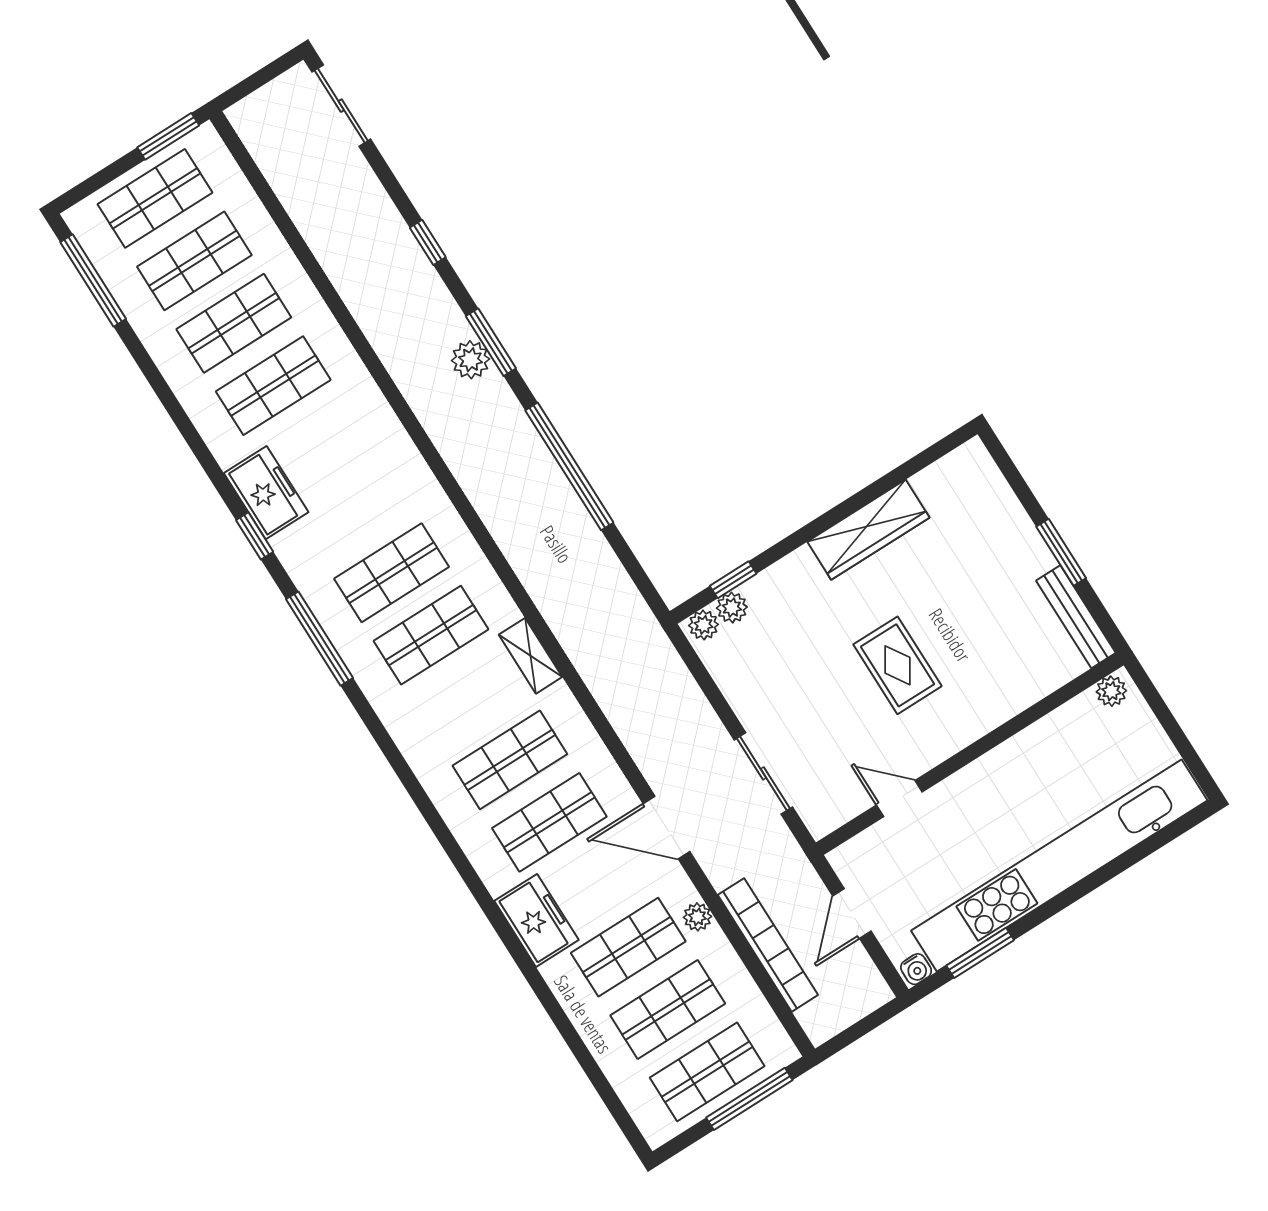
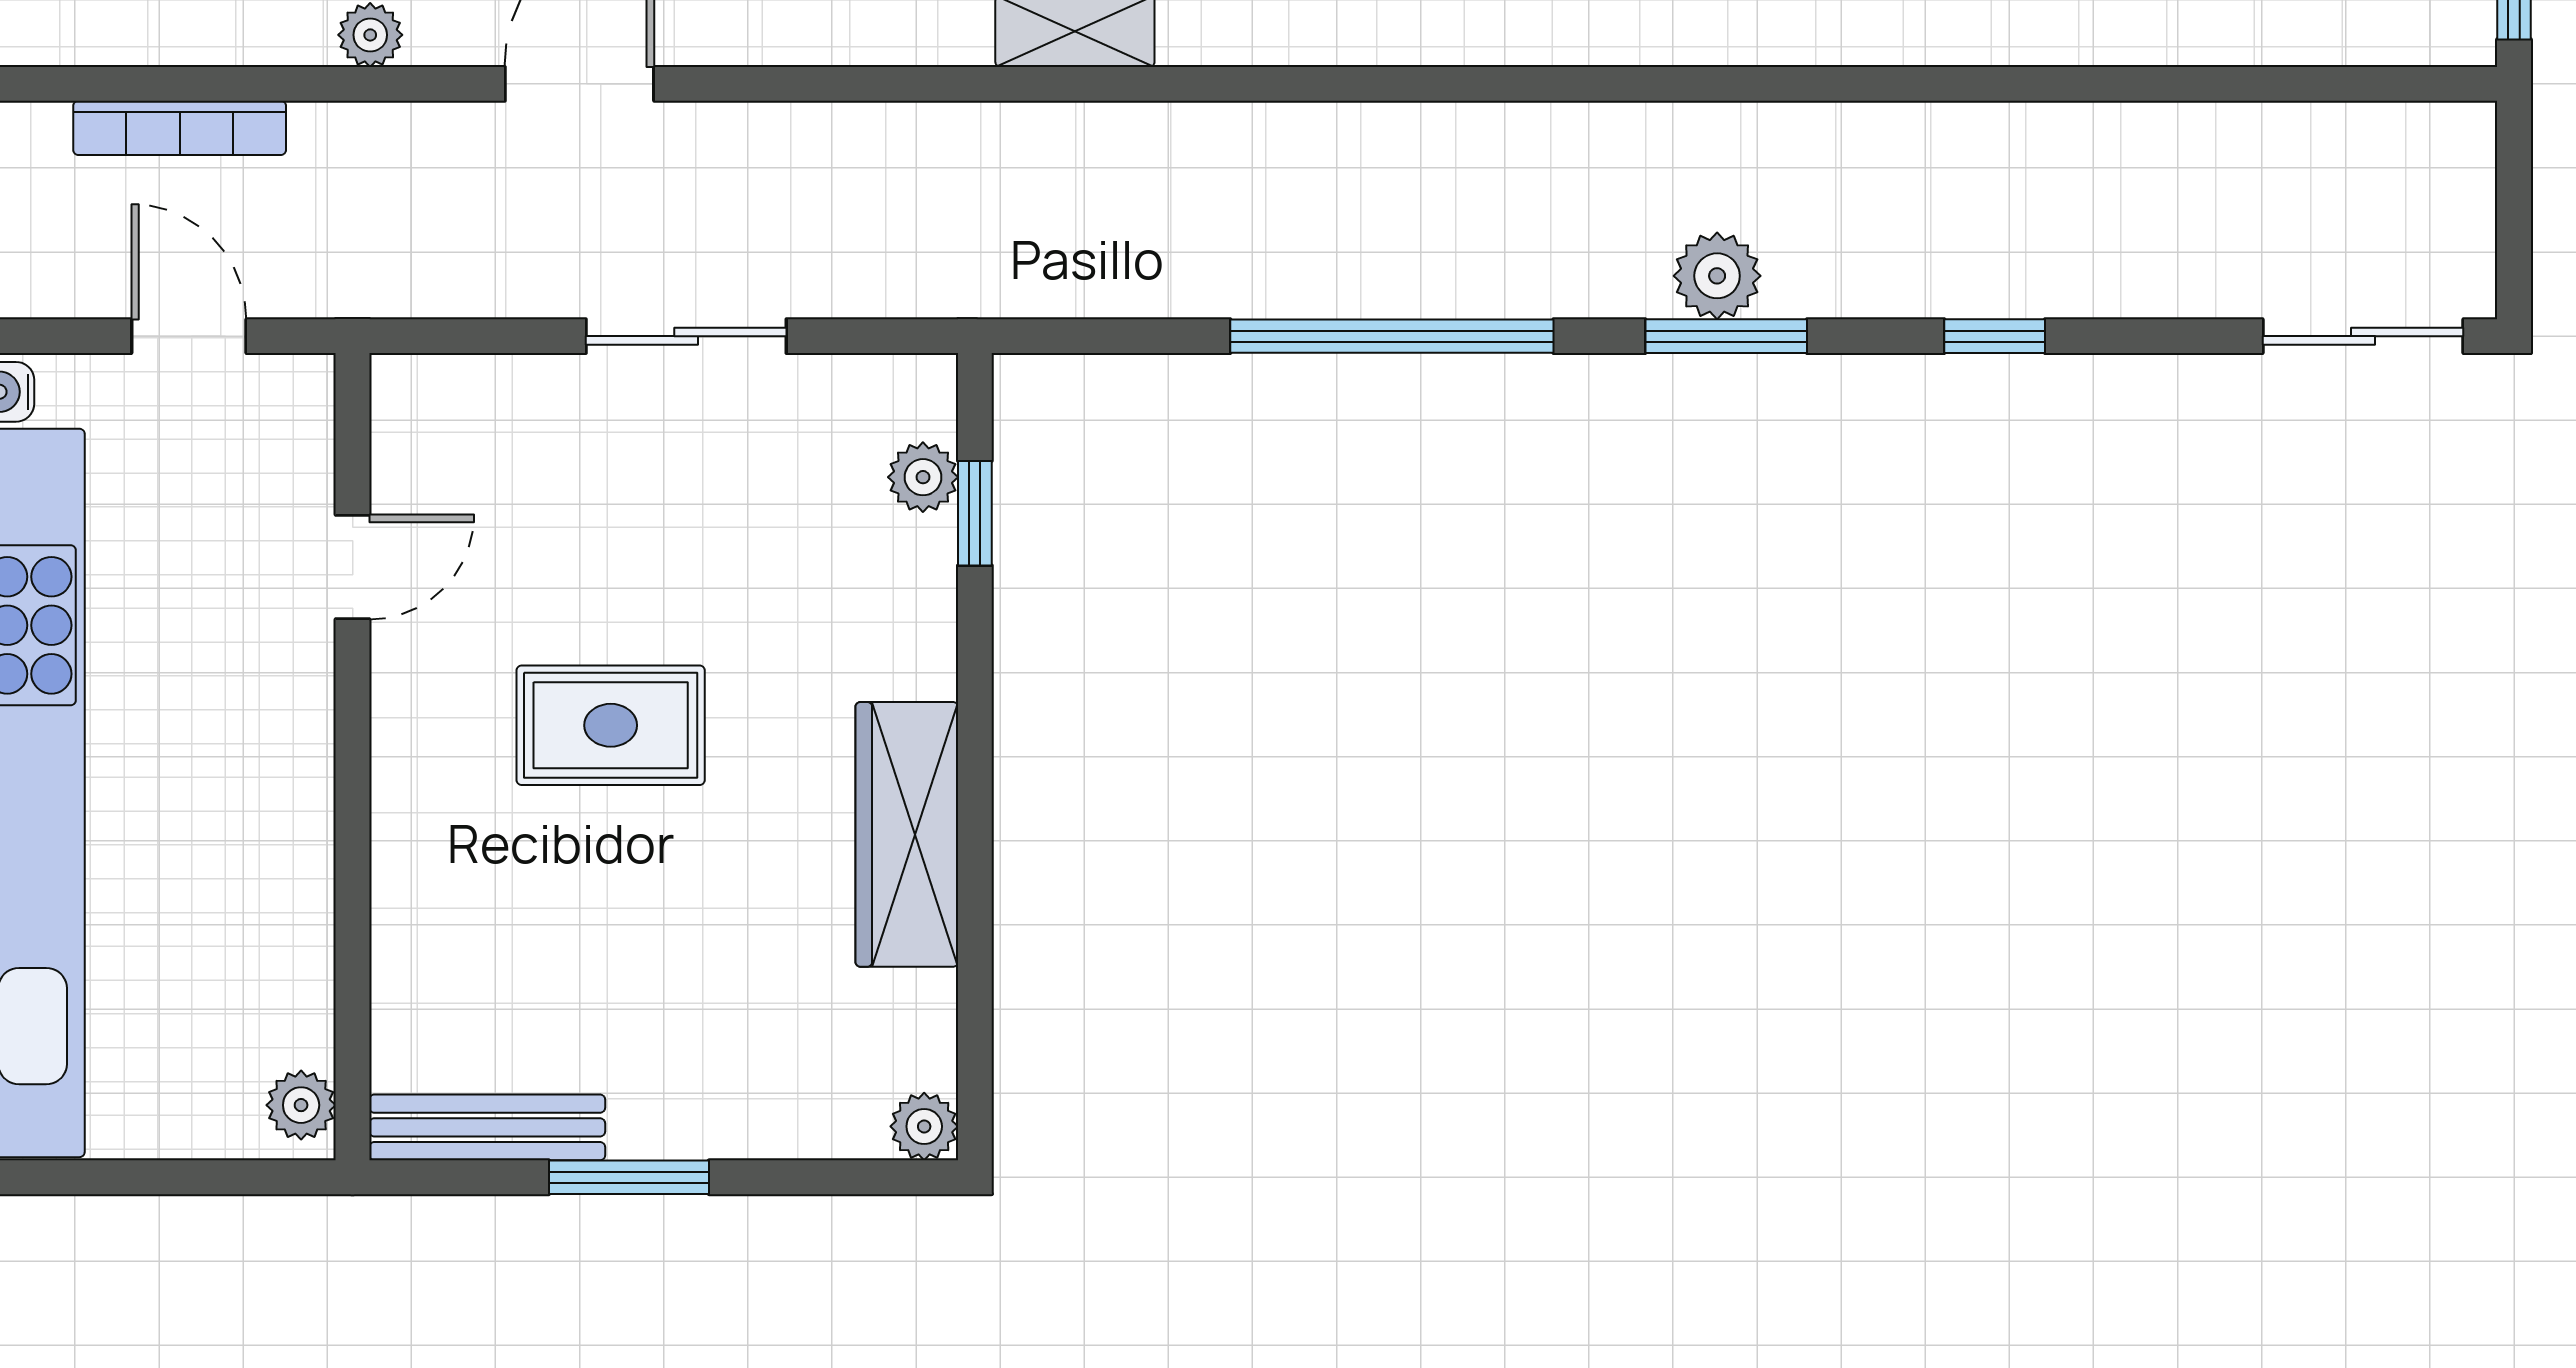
plant: (703, 625) -> (924, 1126), moved
sliding door: (763, 773) -> (686, 336), moved
bookcase: (768, 945) -> (180, 128), width x0.68, depth x0.76

